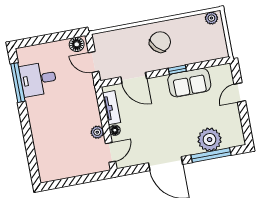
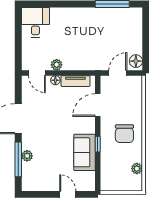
plant: (211, 18) -> (137, 169), moved
chair: (160, 42) -> (124, 134), turned 43
desk: (38, 79) -> (35, 22), moved
plant: (210, 140) -> (27, 156), width x0.53, depth x0.53

